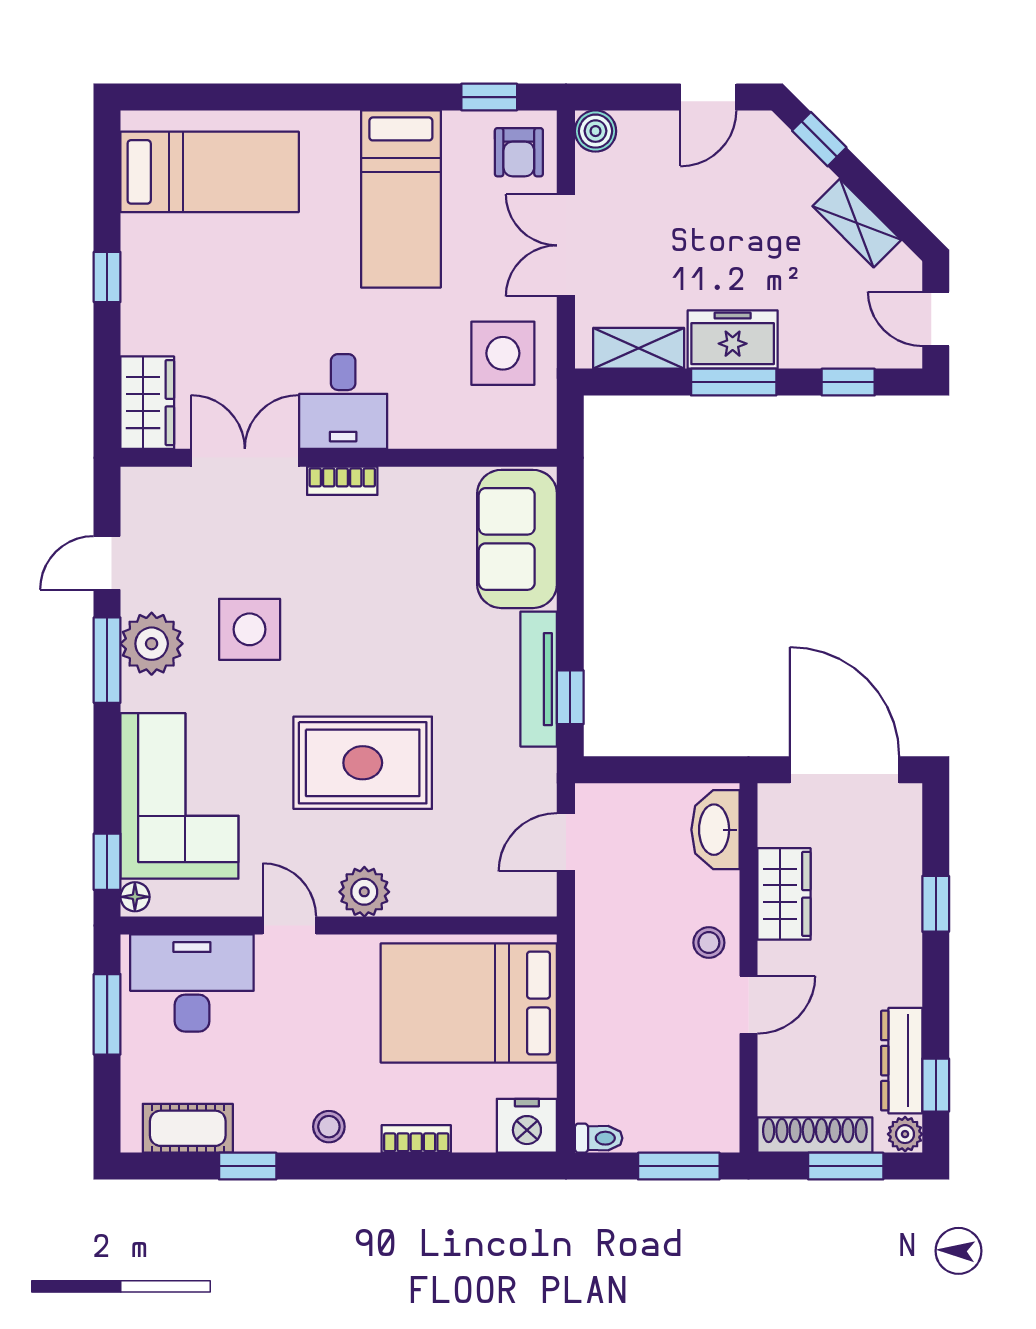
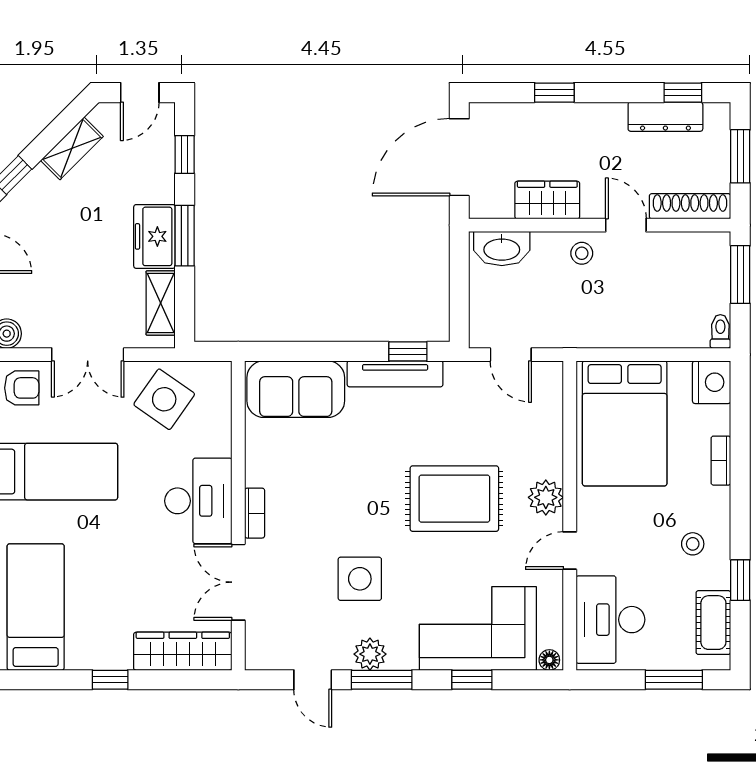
side table: (503, 353) -> (164, 399), turned 35
desk: (343, 401) -> (198, 501), width x1.37
wardrobe: (147, 403) -> (183, 651), width x1.50
plant: (152, 644) -> (370, 654), width x0.73, depth x0.73
rug: (363, 763) -> (454, 499), turned 90
window: (107, 862) -> (472, 680), moved
window: (107, 1014) -> (674, 680), moved
stool: (329, 1127) -> (693, 544), moved
plant: (905, 1134) -> (718, 114), removed
shoe rack: (815, 1135) -> (690, 206), moved, turned 90

